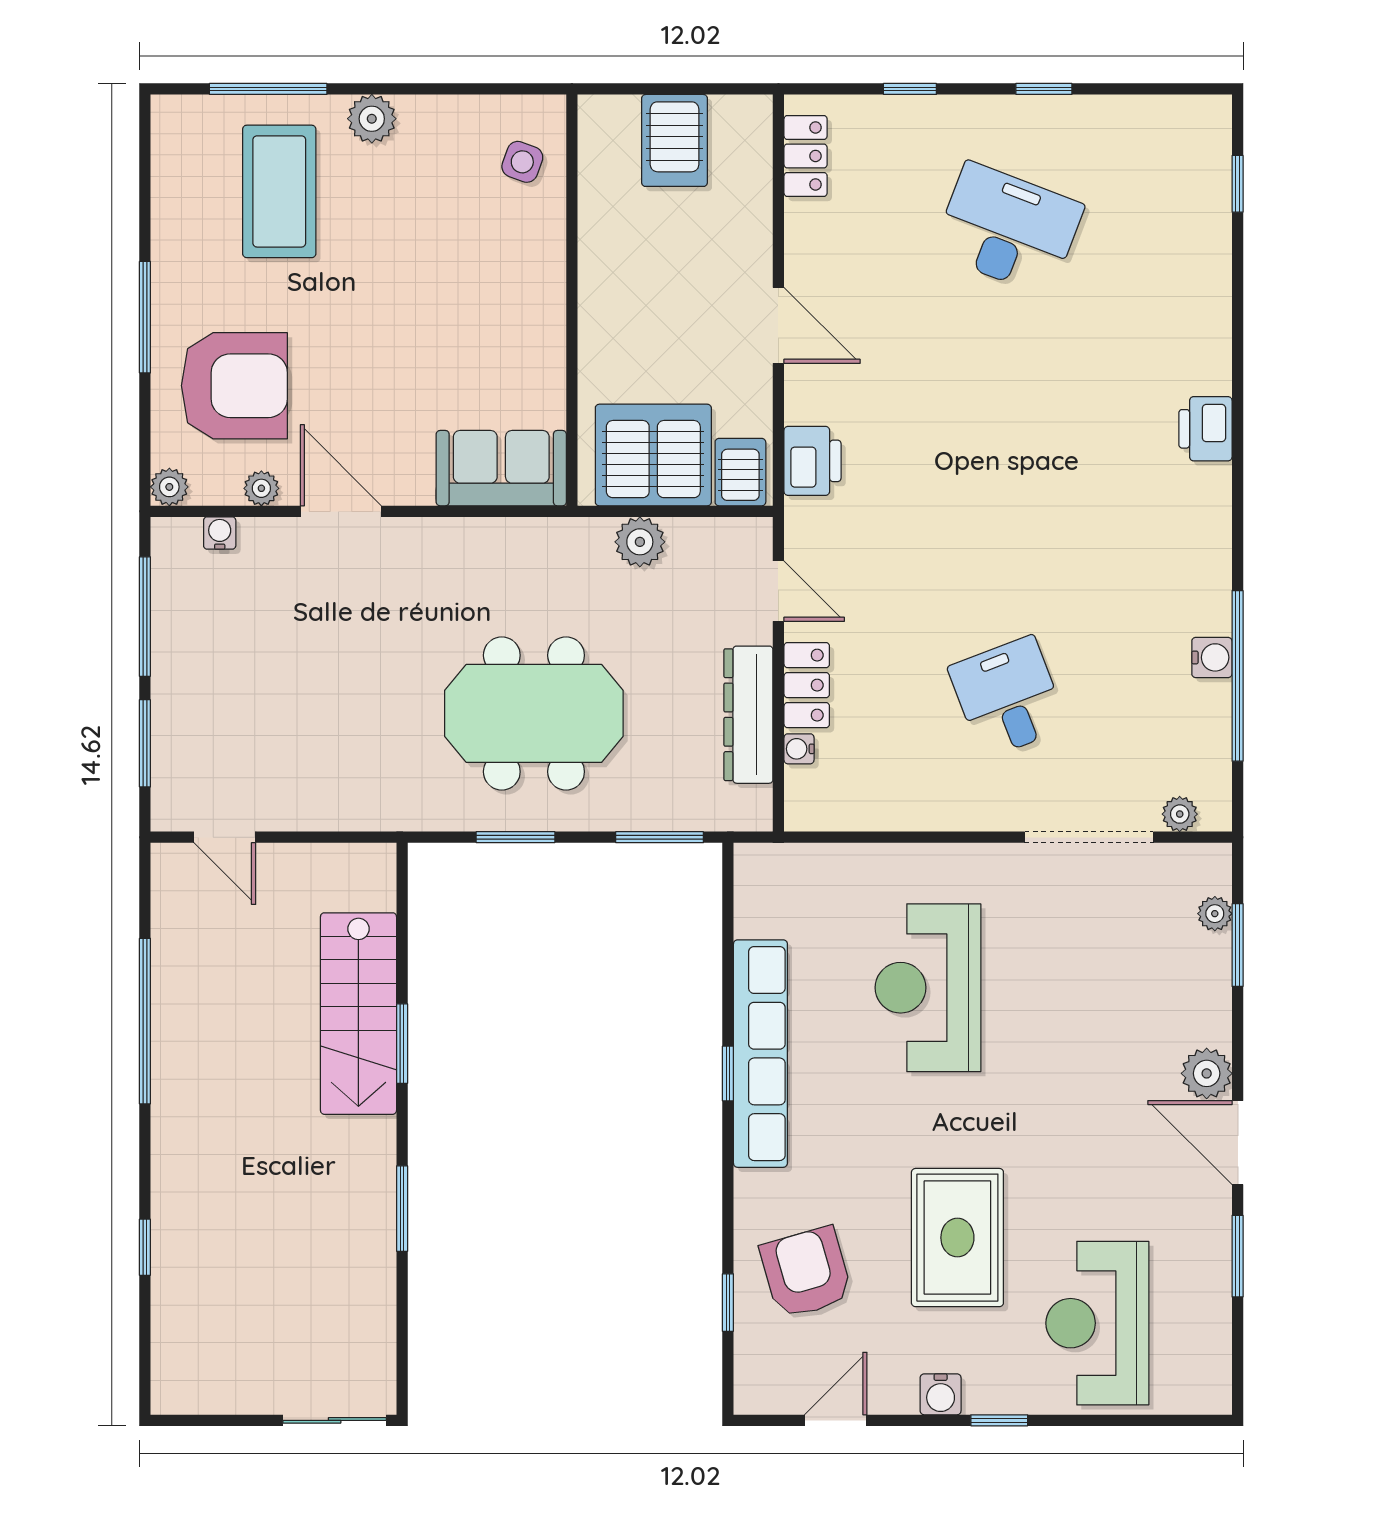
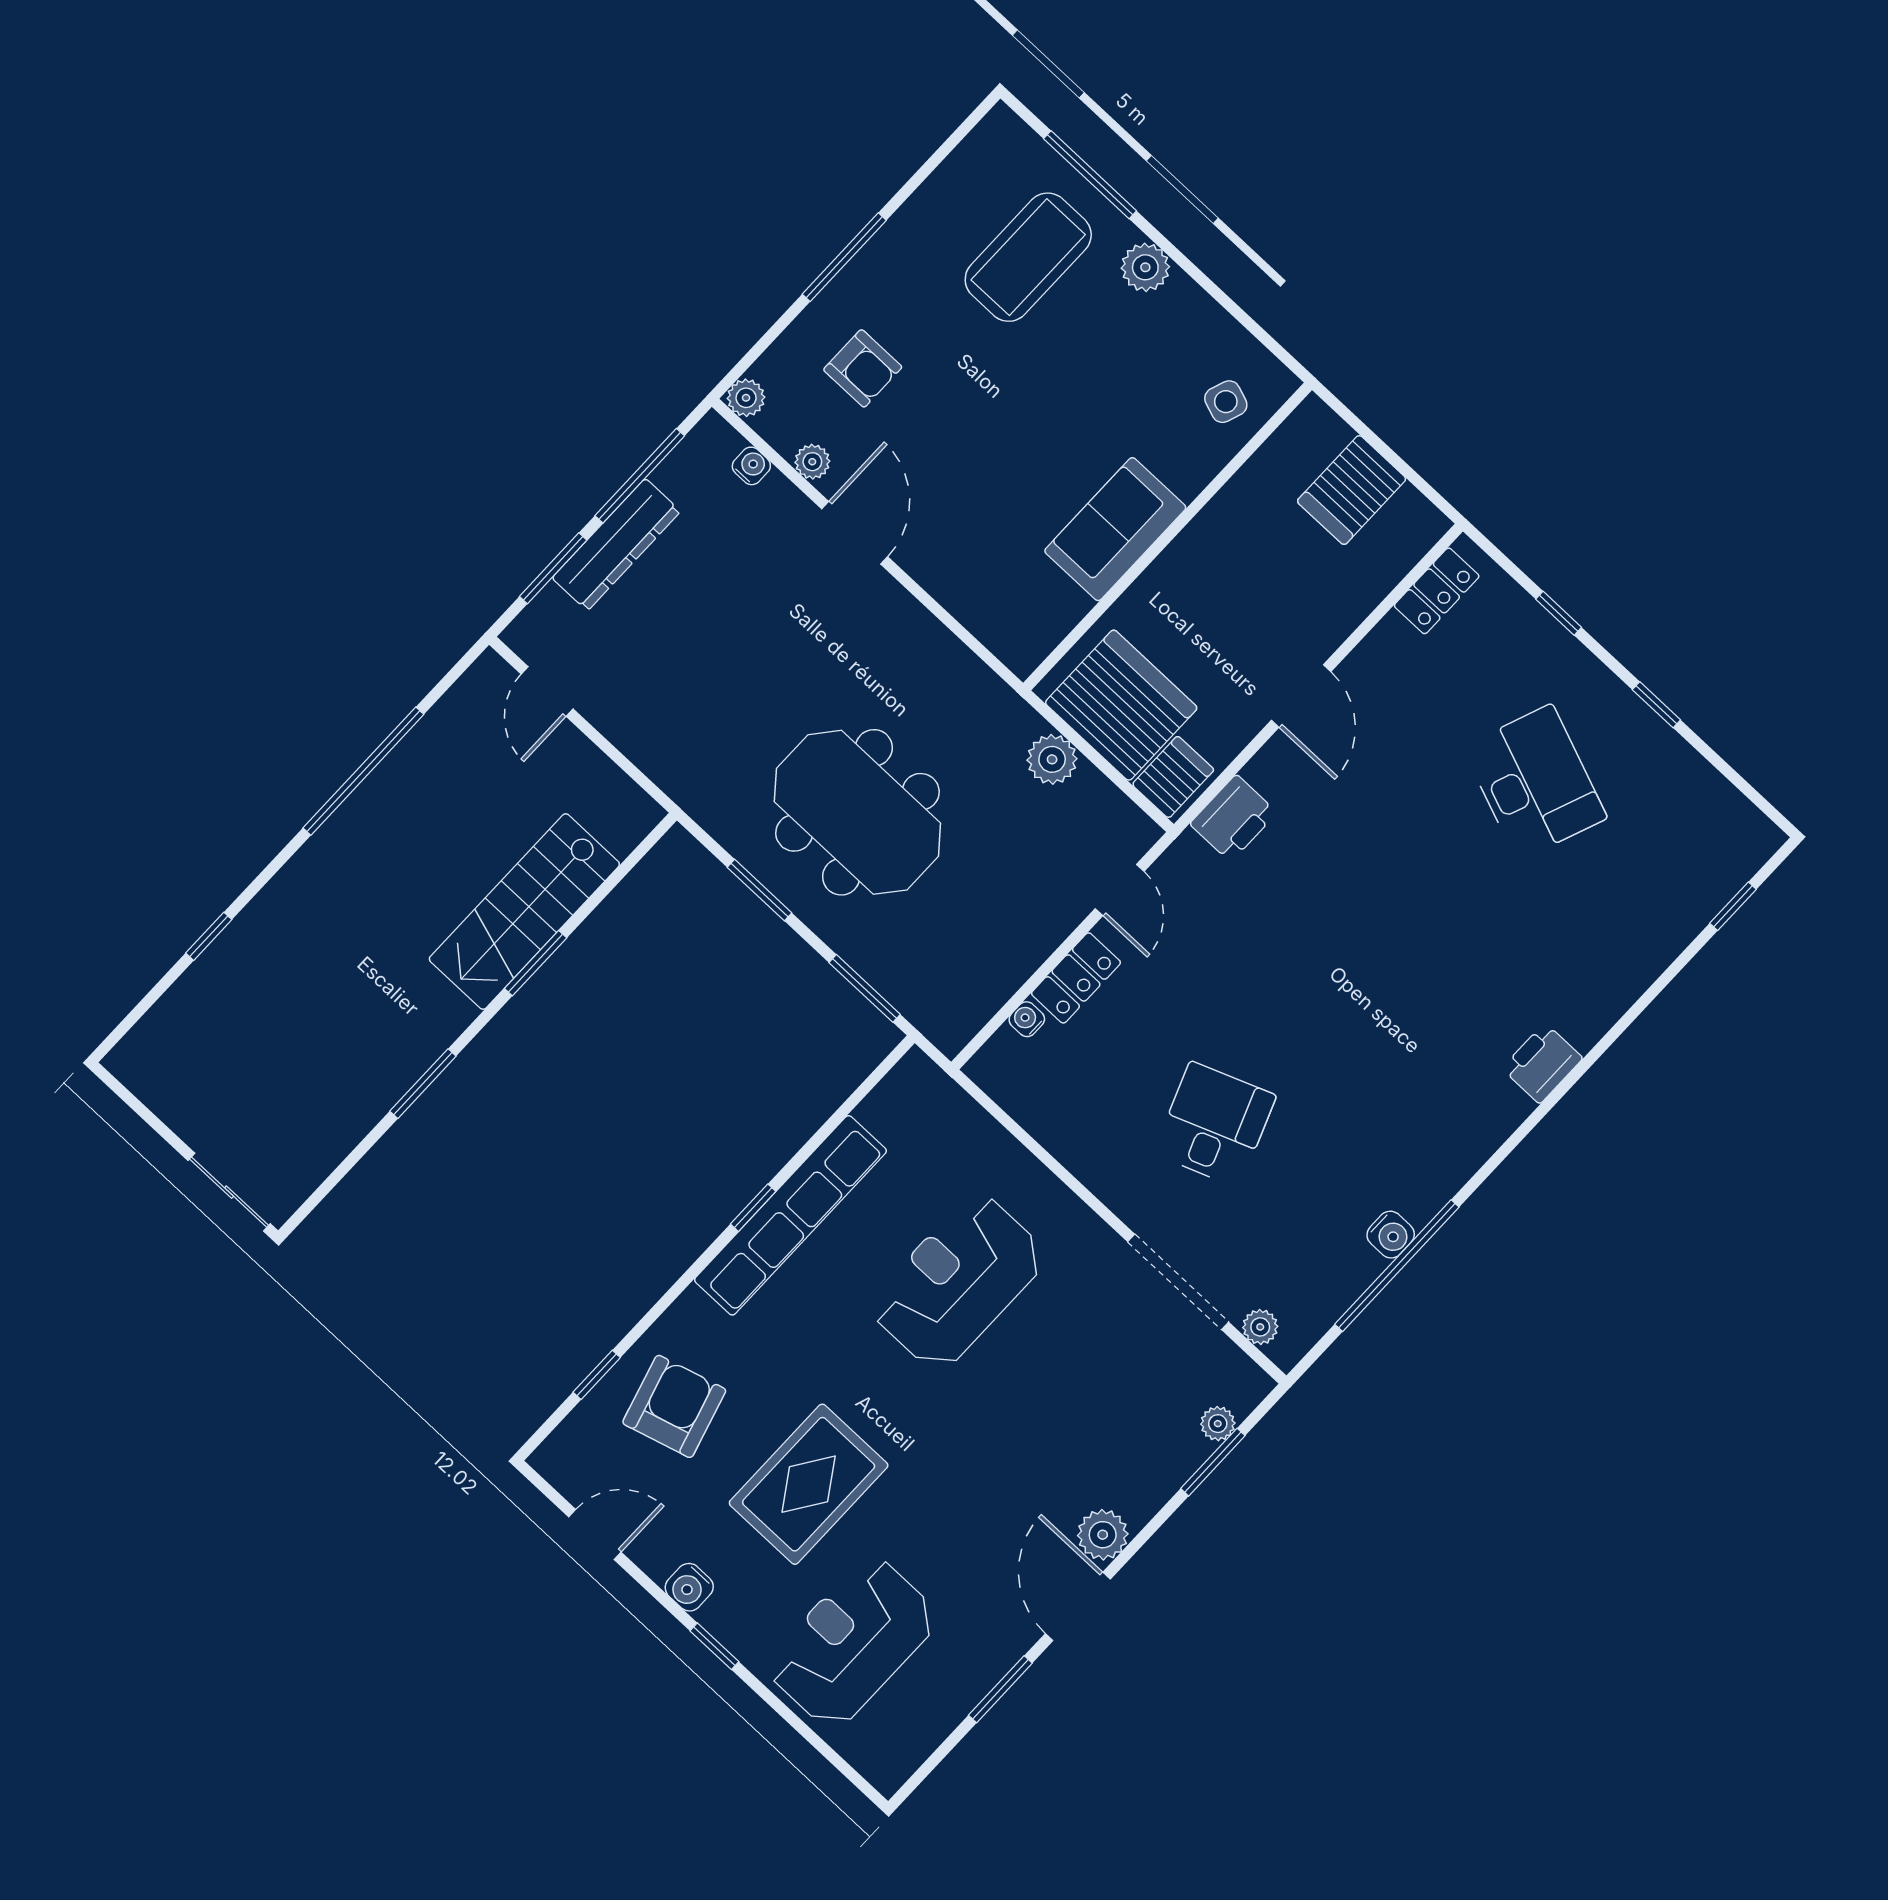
armchair: (234, 386) -> (863, 368), width x0.53, depth x0.53
sofa: (501, 468) -> (1115, 529), moved, turned -90
dresser: (748, 715) -> (616, 545), moved, turned 180

